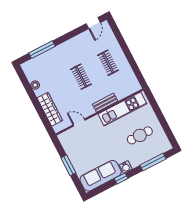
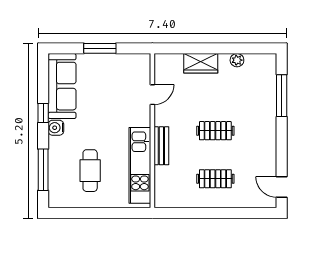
wardrobe: (50, 109) -> (201, 63), width x0.67

